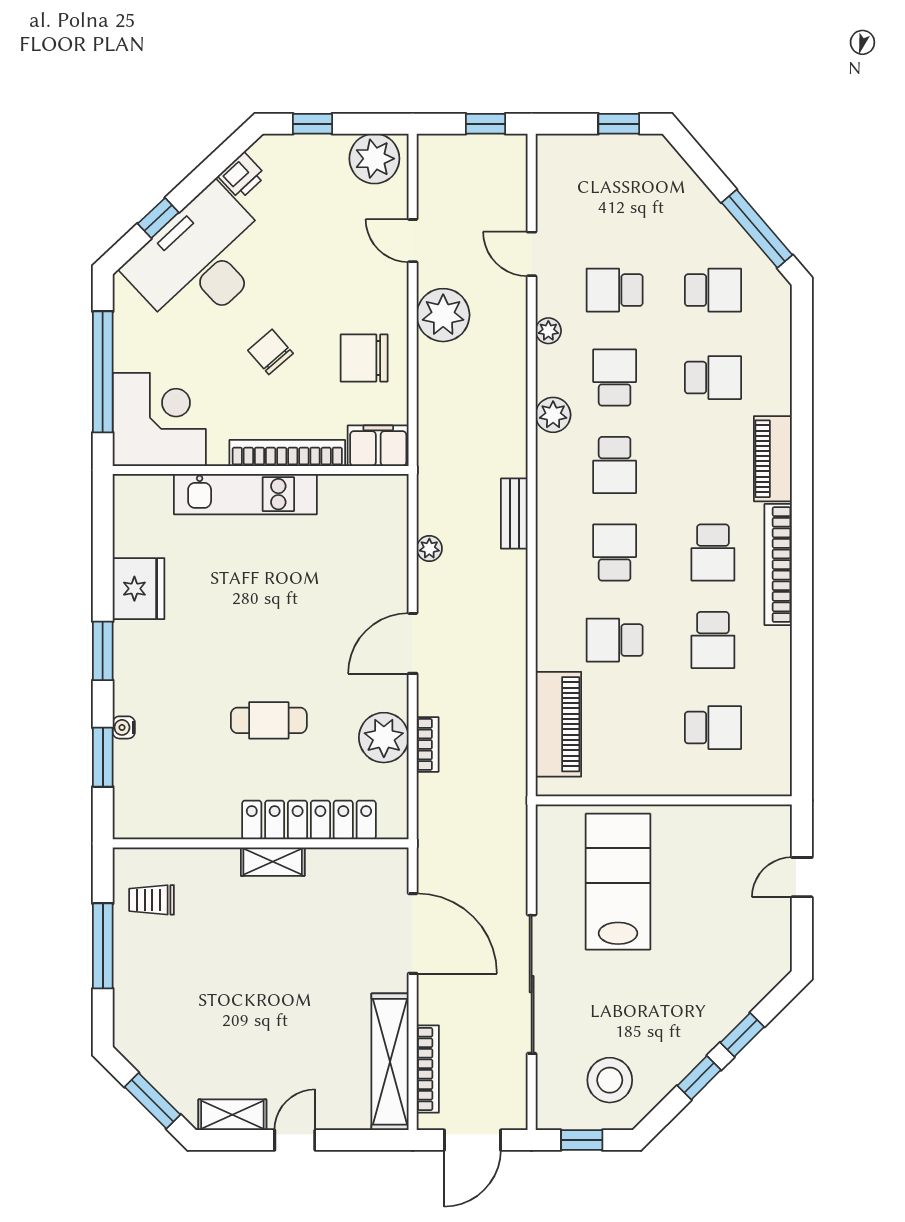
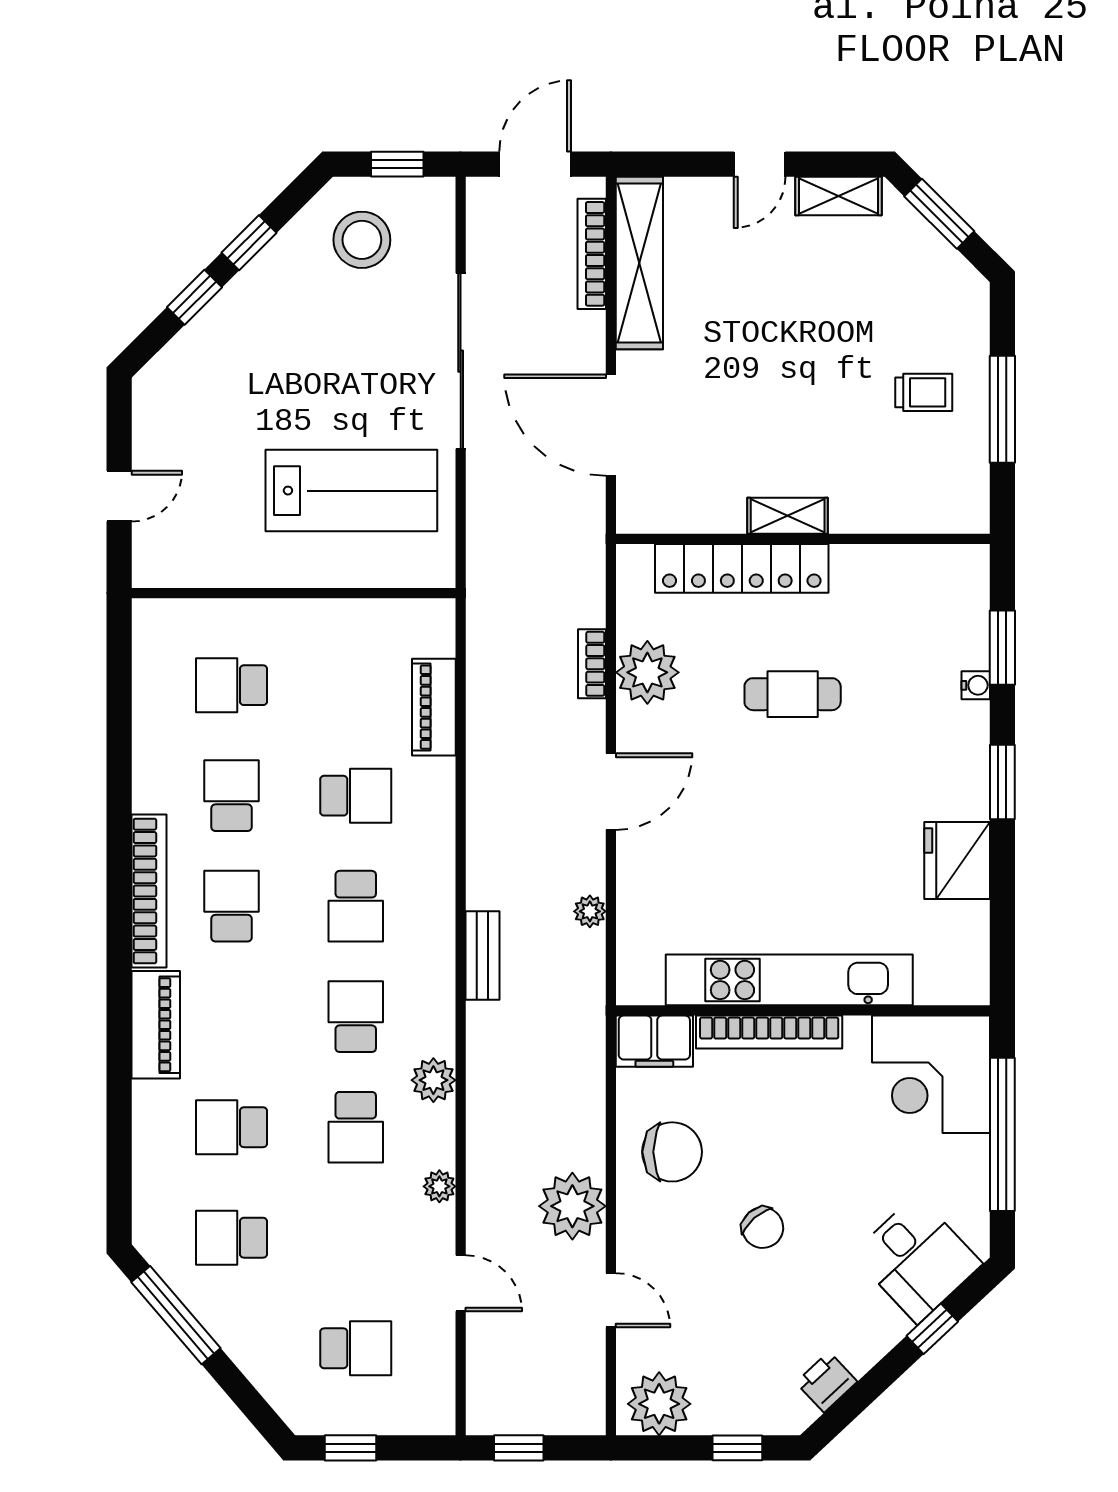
desk: (201, 260) -> (917, 1259), width x0.53, depth x0.77
school desk: (615, 290) -> (356, 1348), moved
chair: (270, 352) -> (763, 1228), moved
kitchen unit: (245, 494) -> (789, 980), width x1.36
piano: (558, 724) -> (434, 707), width x0.73, depth x0.75
lab bench: (618, 882) -> (351, 491), turned -90
trolley: (152, 900) -> (924, 392), moved

